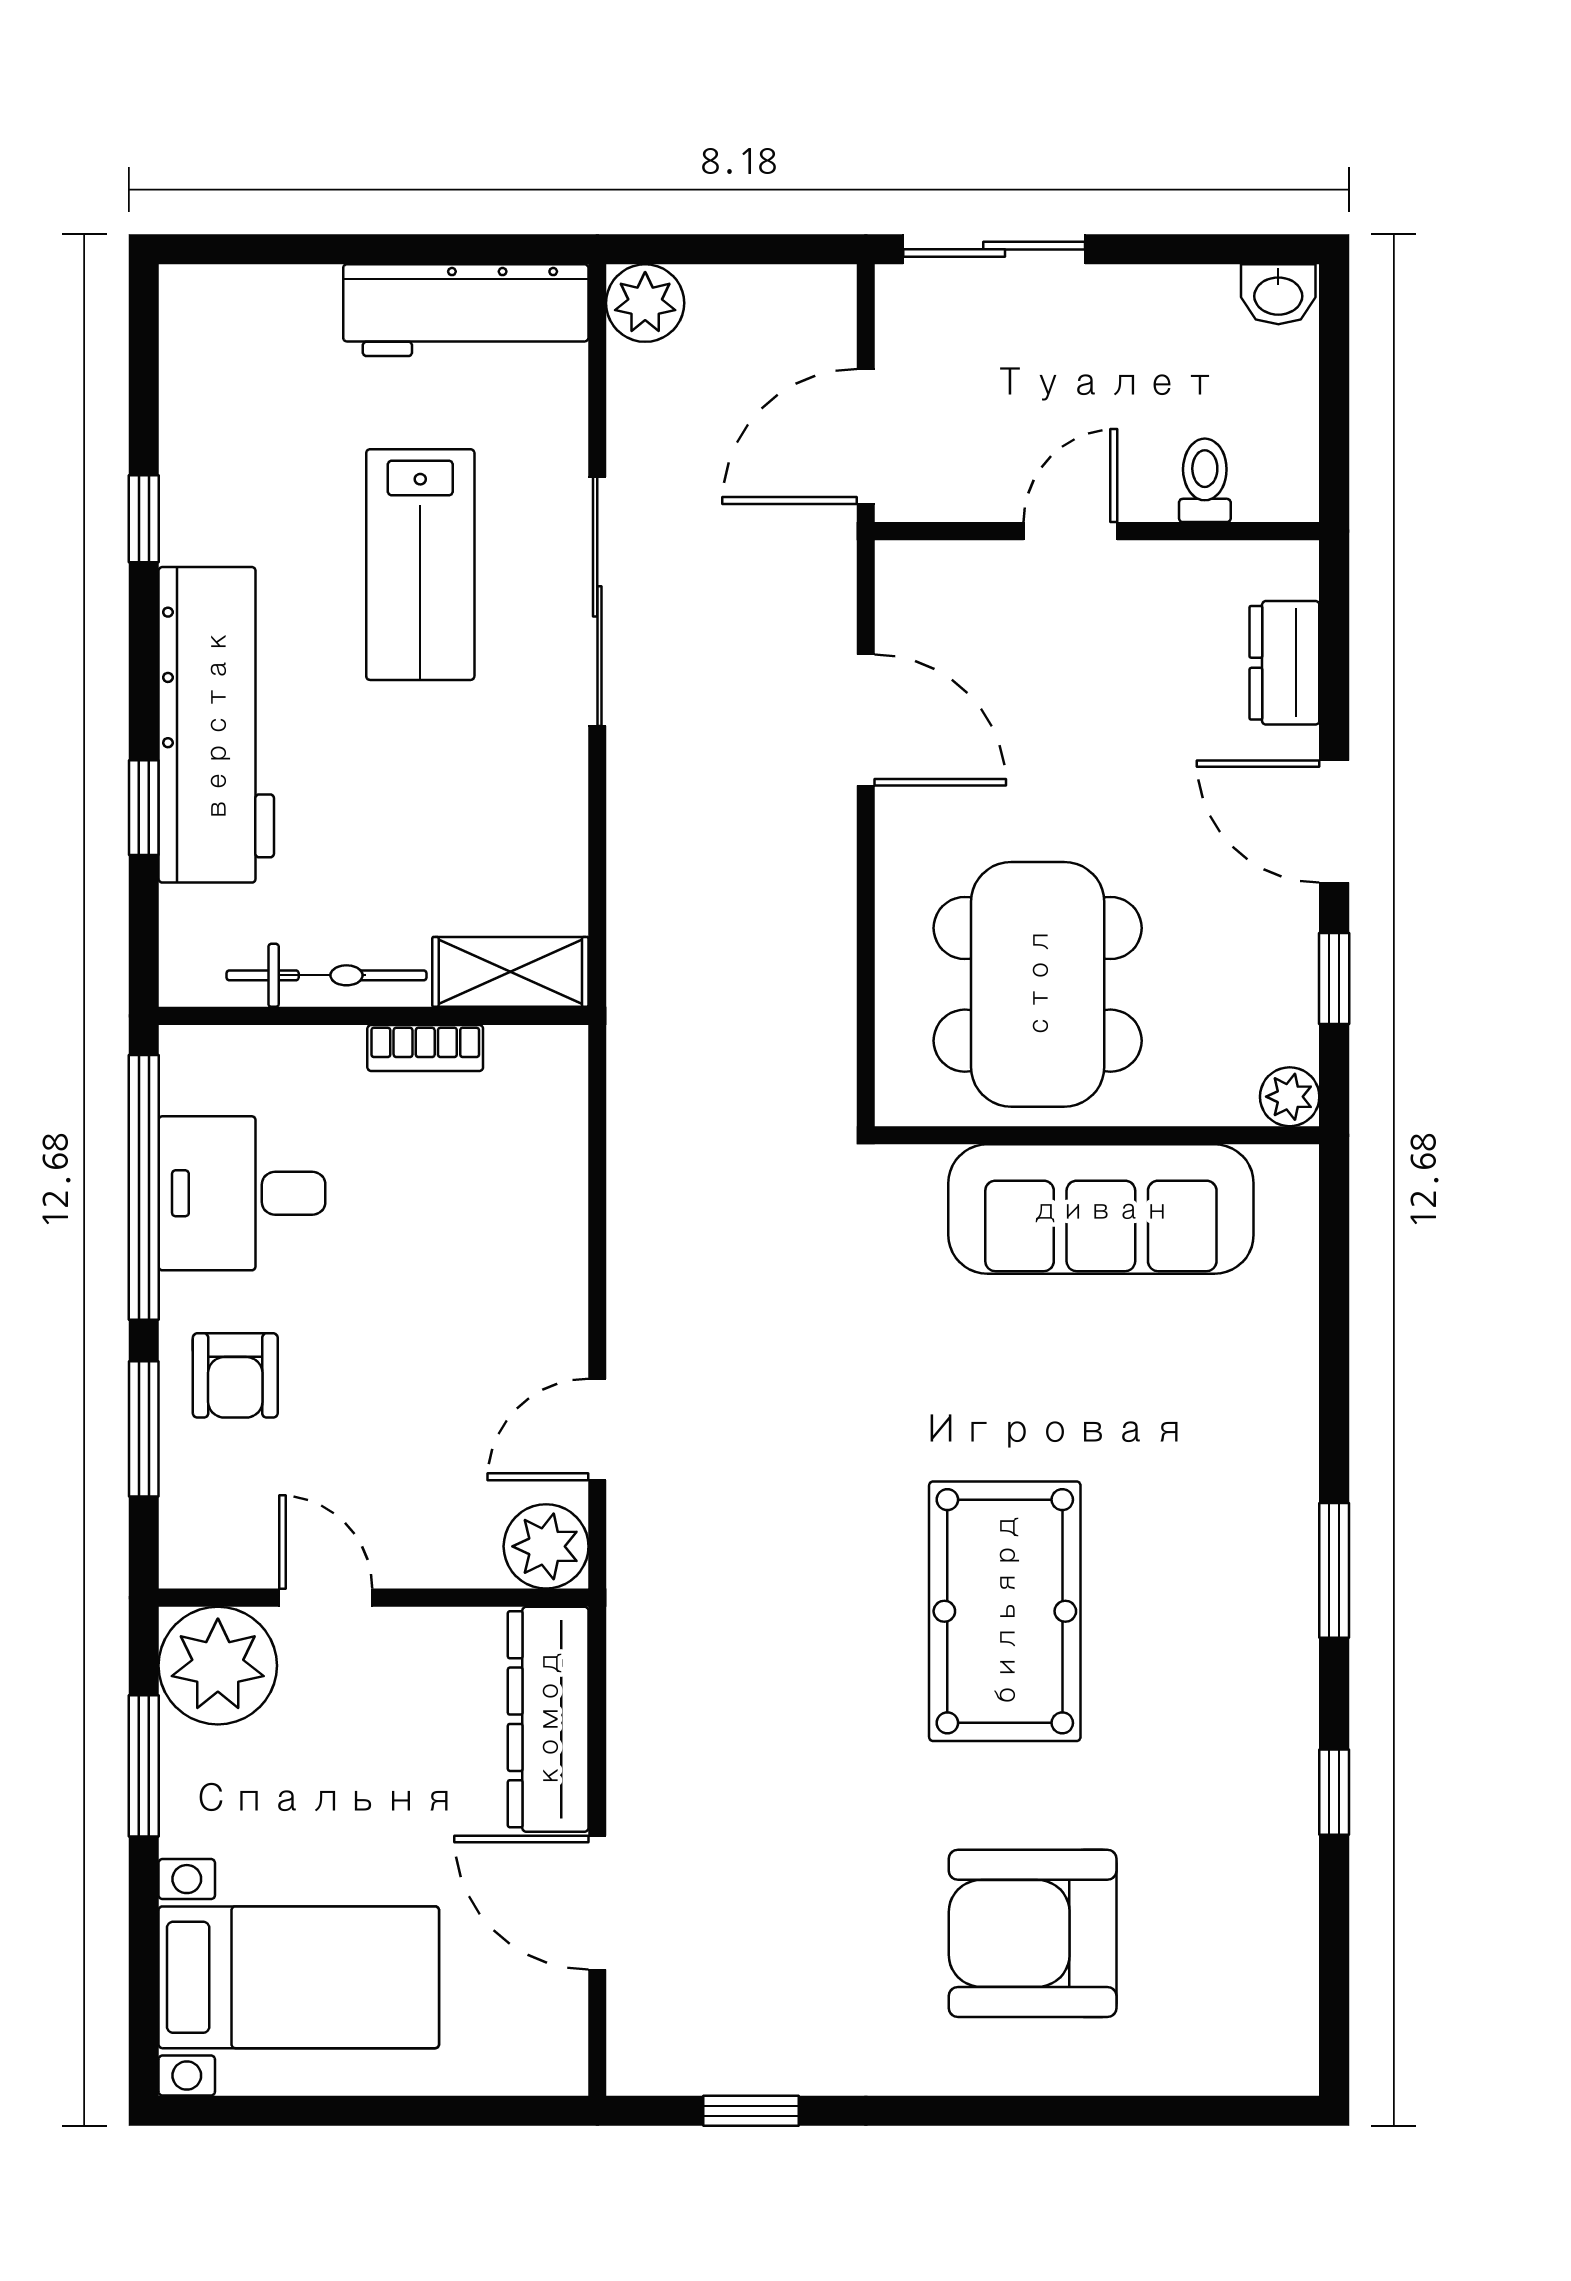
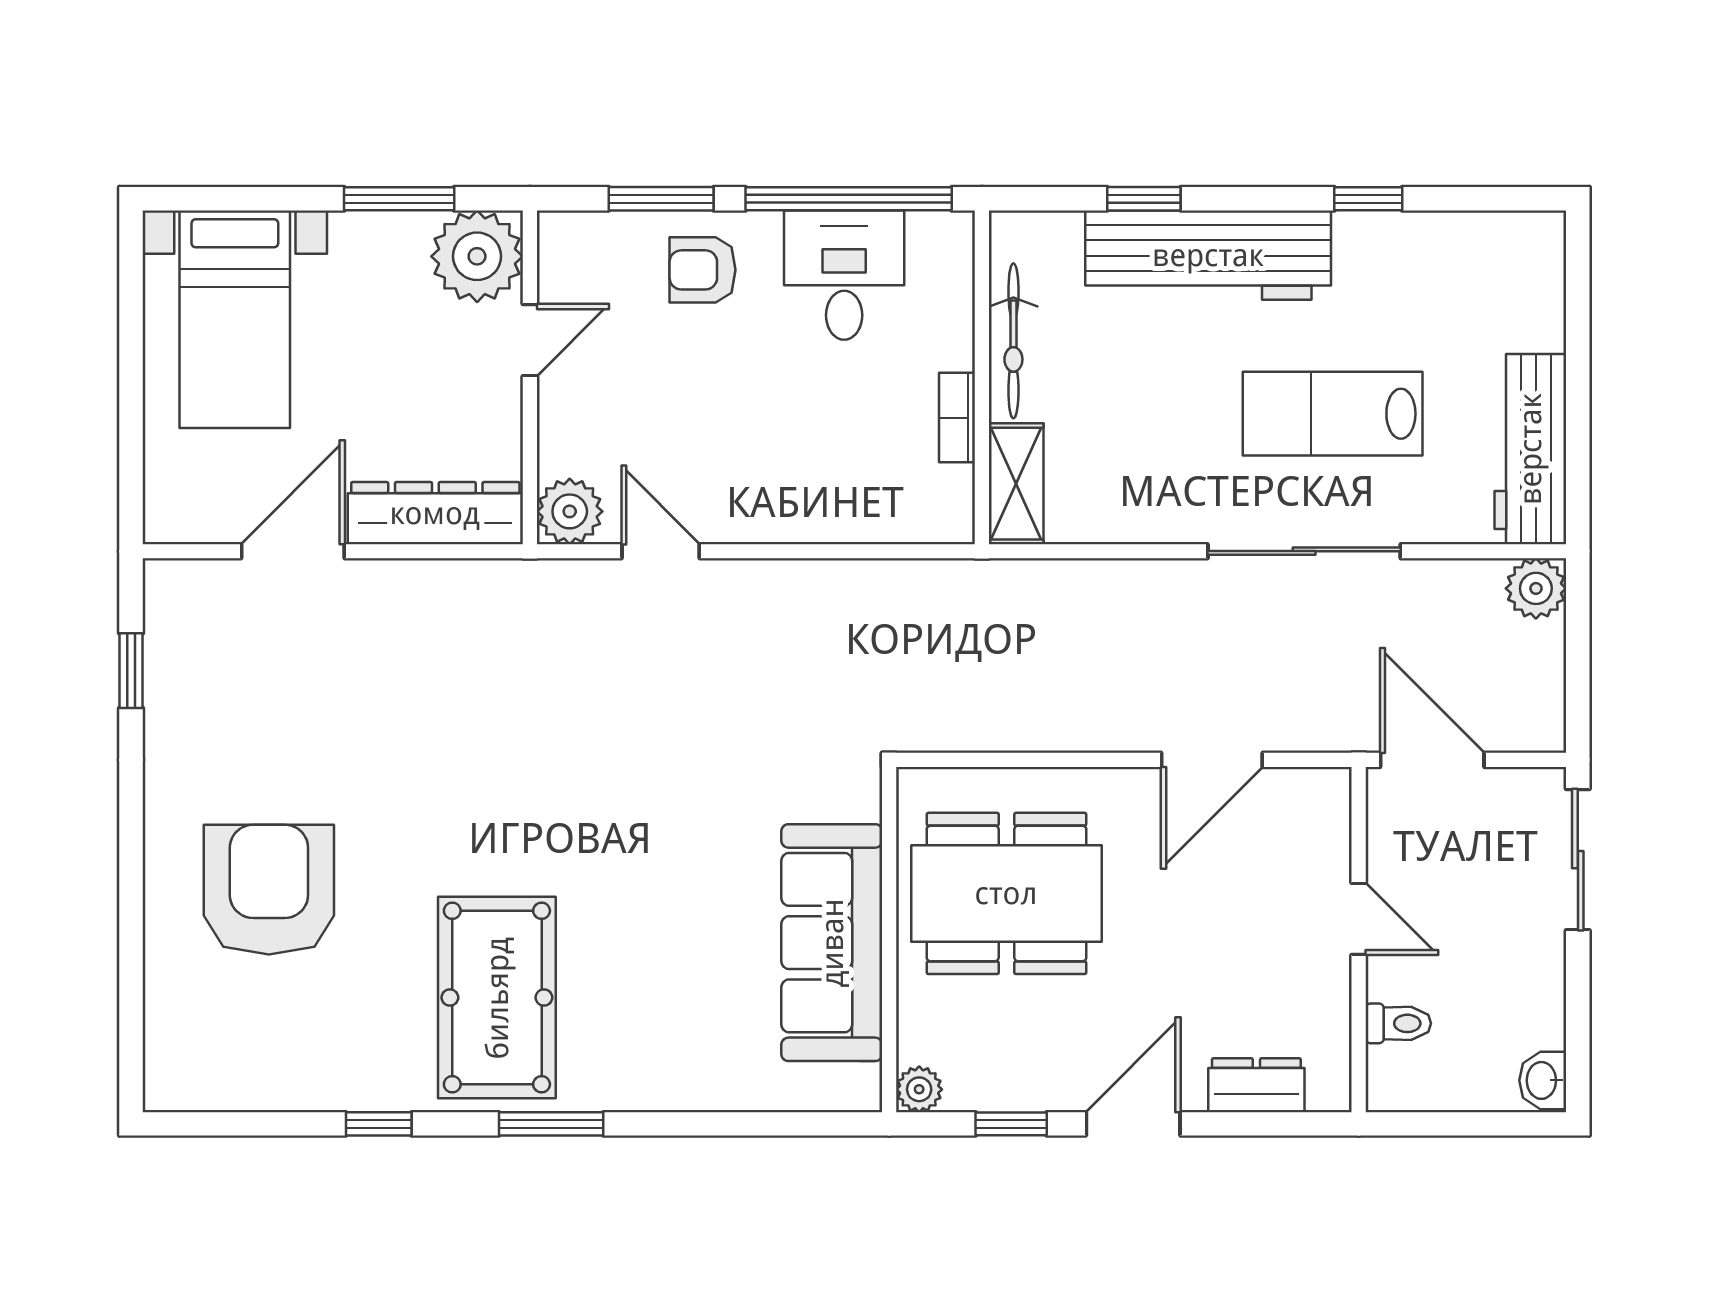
pool table: (1005, 1611) -> (497, 998), moved, turned 90

